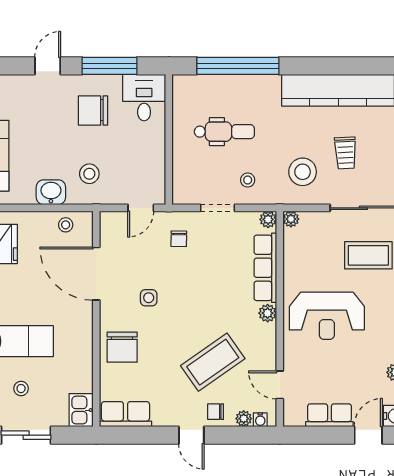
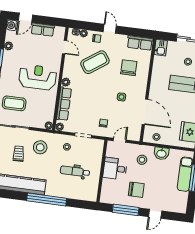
window: (238, 66) -> (47, 199), moved
desk: (144, 98) -> (115, 169), moved, turned 90
chair: (122, 347) -> (129, 68), moved

